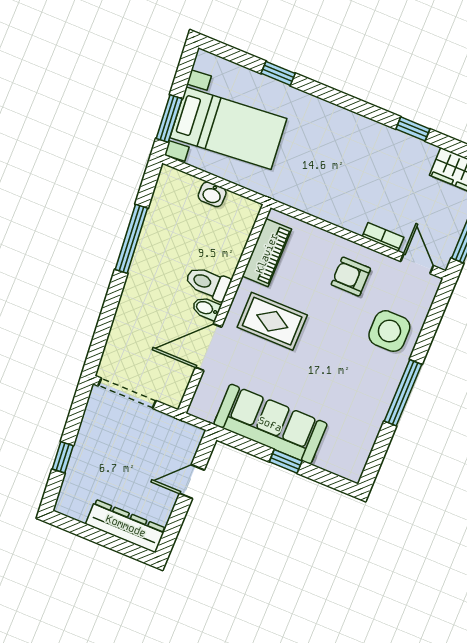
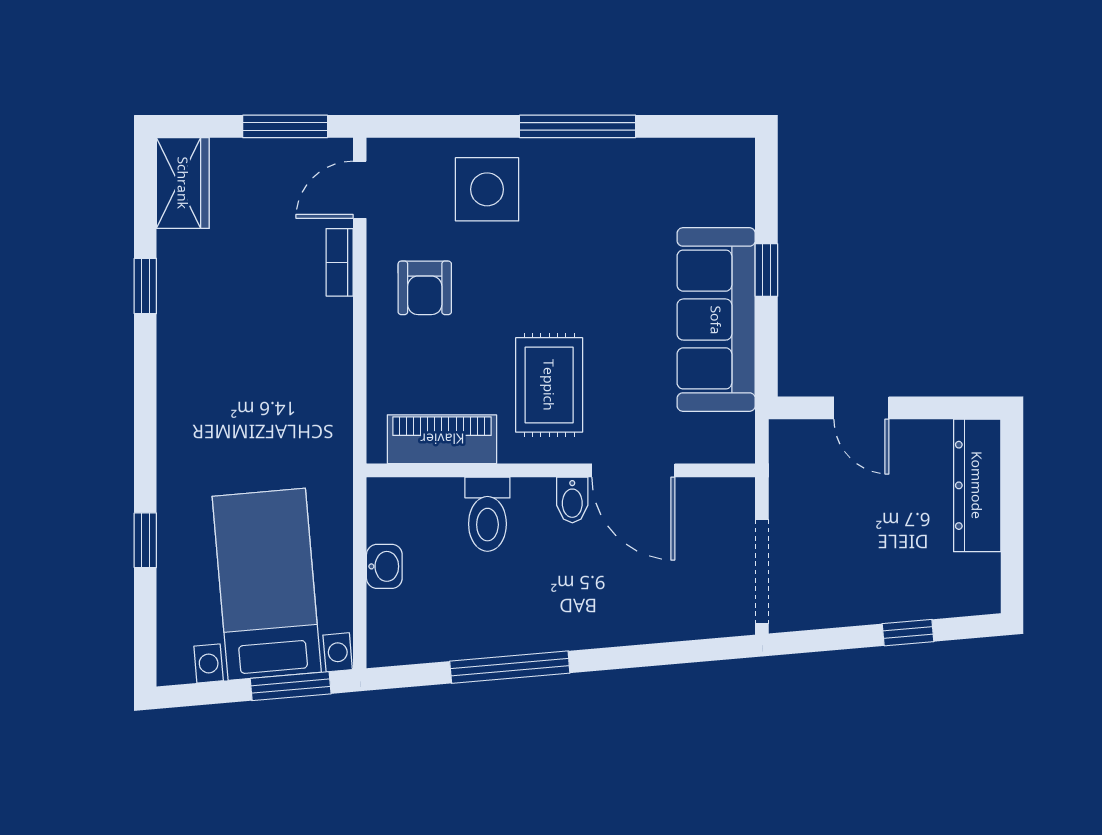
toilet: (208, 283) -> (487, 514), moved

